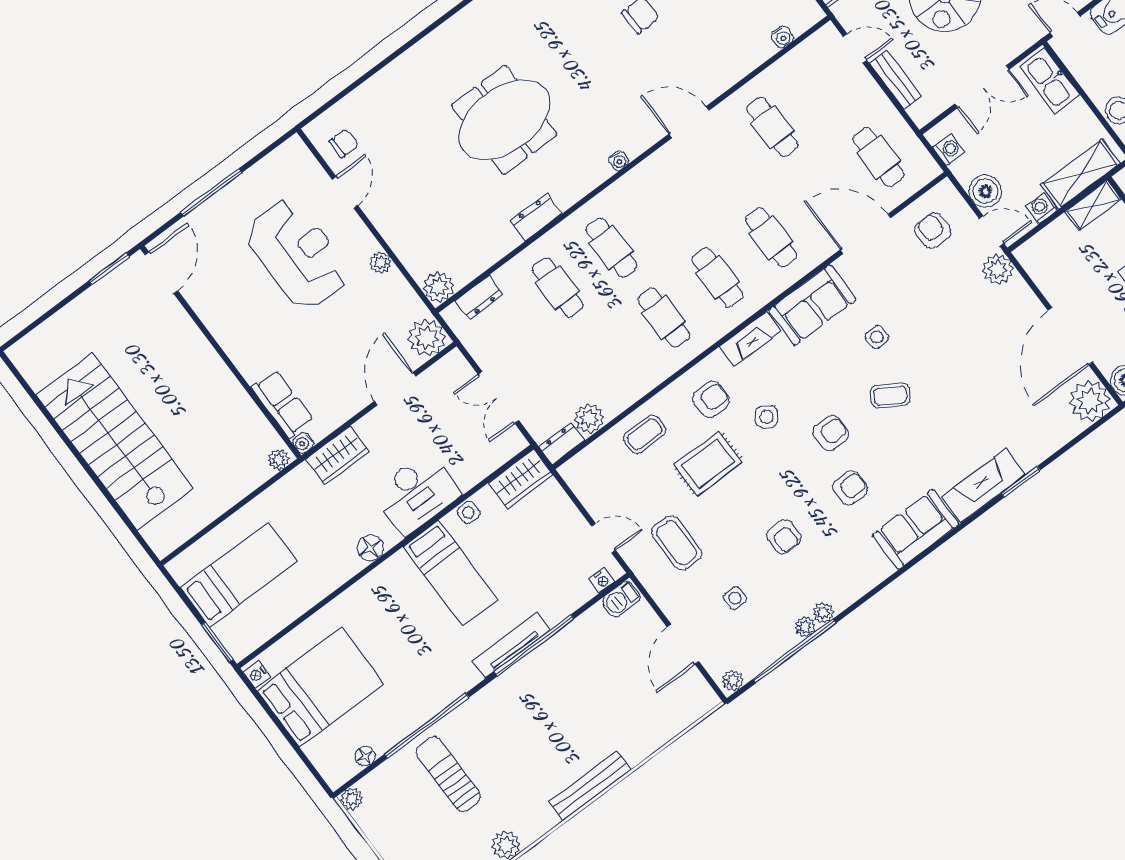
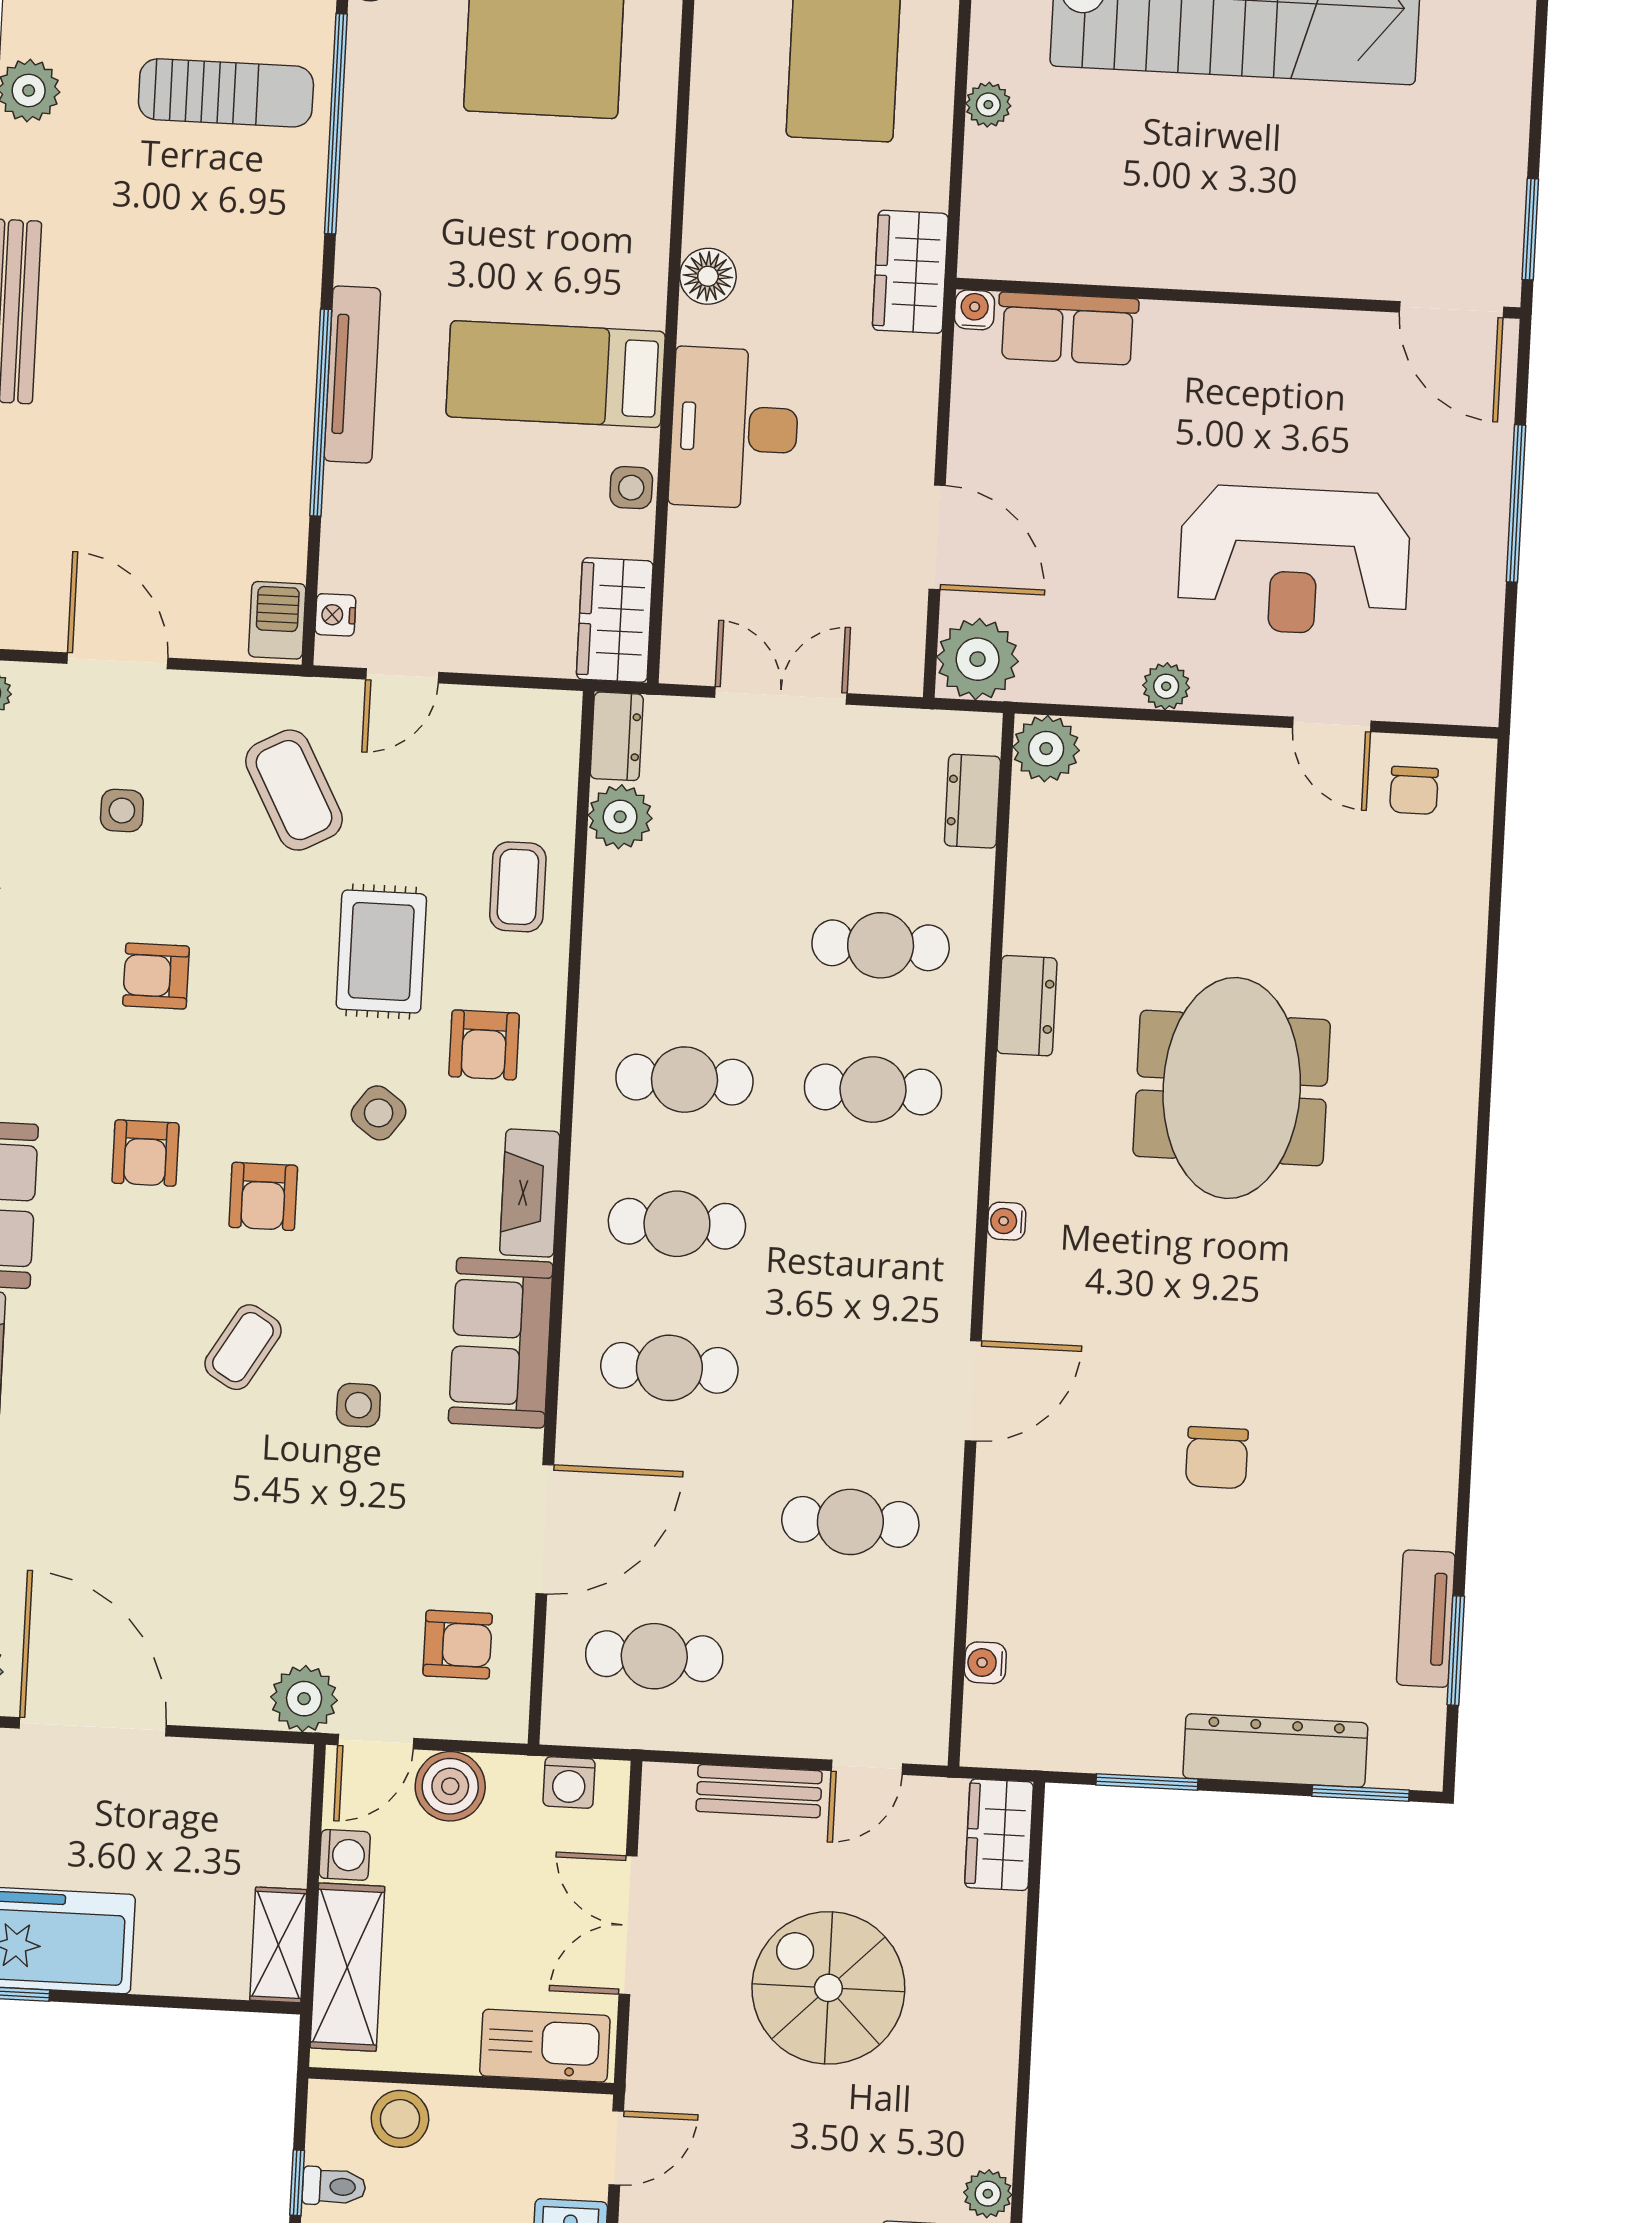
wardrobe: (337, 456) -> (910, 272), moved
plant: (279, 459) -> (988, 105), moved
coffee table: (677, 543) -> (294, 790), turned 62

